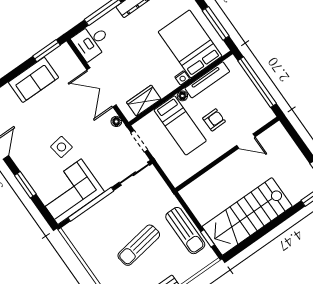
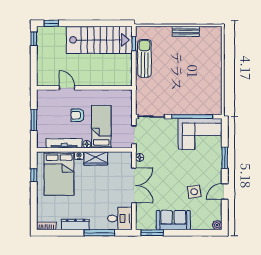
window: (216, 23) -> (34, 175), width x0.46
window: (257, 82) -> (34, 120), width x0.47
wardrobe: (144, 101) -> (96, 158), moved
side table: (61, 147) -> (194, 192), moved
sun lounger: (139, 245) -> (180, 70), removed

